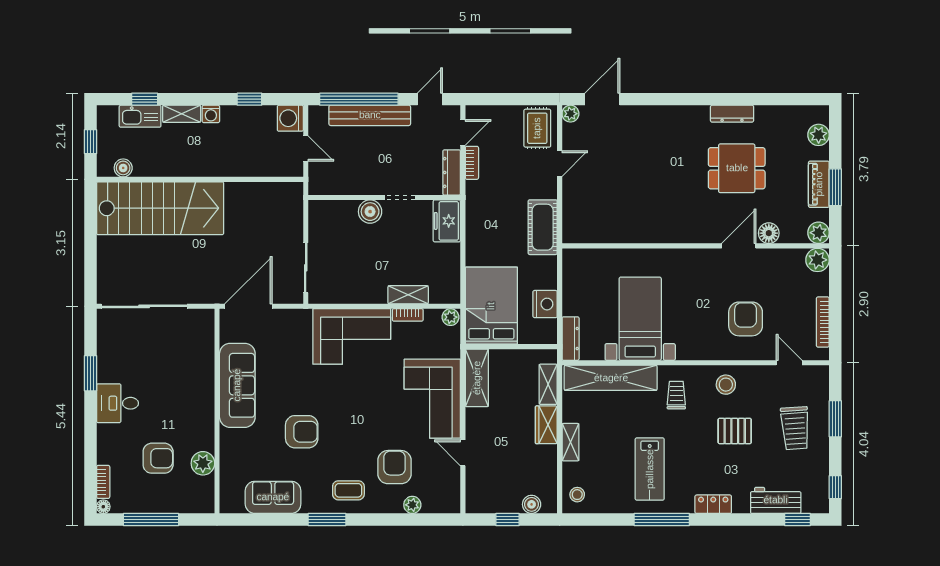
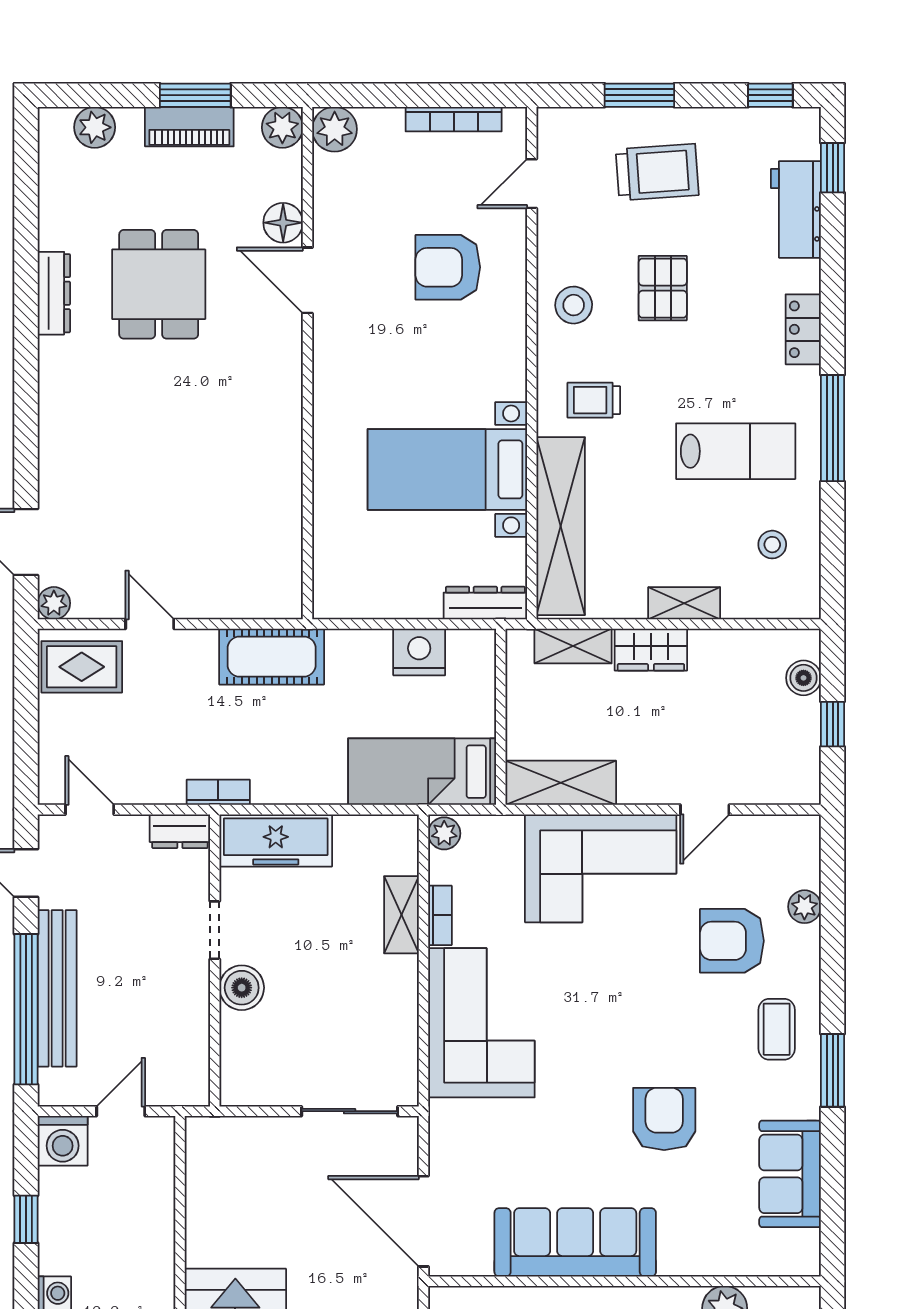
bookcase: (472, 163) -> (218, 792), moved
dresser: (452, 172) -> (180, 831), width x0.70
freezer: (447, 221) -> (276, 840), width x1.40
bed: (491, 306) -> (422, 772), width x0.67
stool: (577, 495) -> (772, 545), moved

